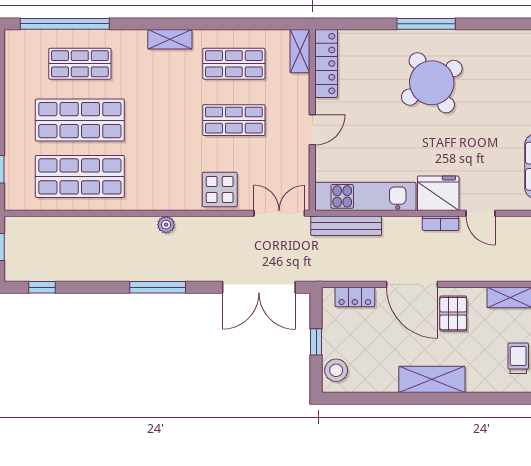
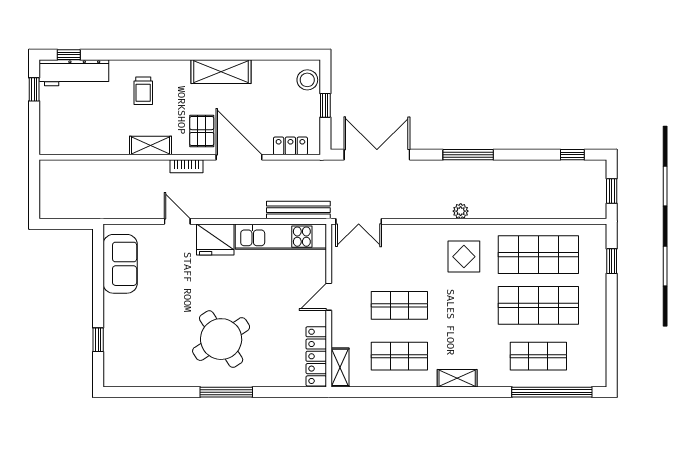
display table: (220, 190) -> (464, 257), moved
bookcase: (441, 223) -> (187, 166), moved, turned 180

